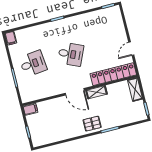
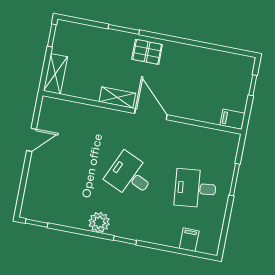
plant: (75, 22) -> (99, 222), added
filing cabinet: (11, 38) -> (189, 240), moved
locker: (113, 74) -> (78, 113), removed

